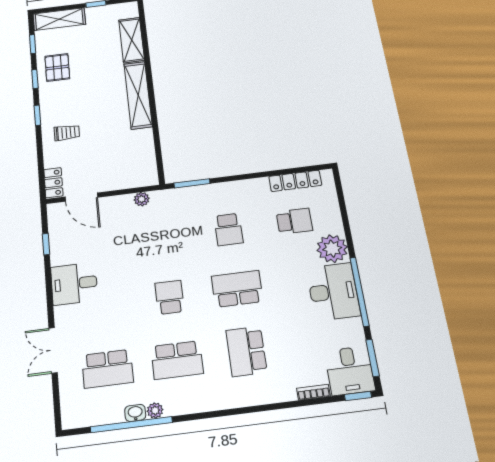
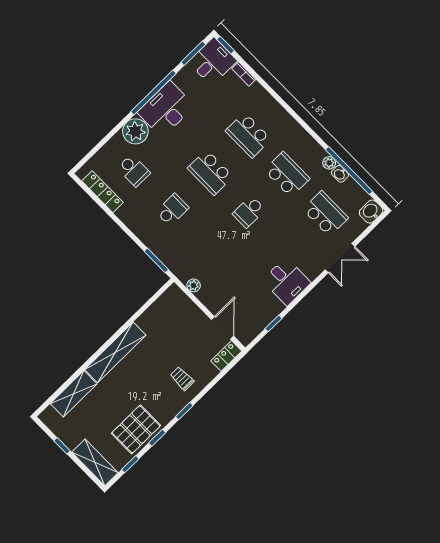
pallet: (57, 67) -> (136, 429), width x1.50, depth x1.42
school desk: (294, 221) -> (134, 170), turned 180
school desk: (246, 351) -> (248, 135), turned 90
washbasin: (72, 415) -> (371, 212), added

